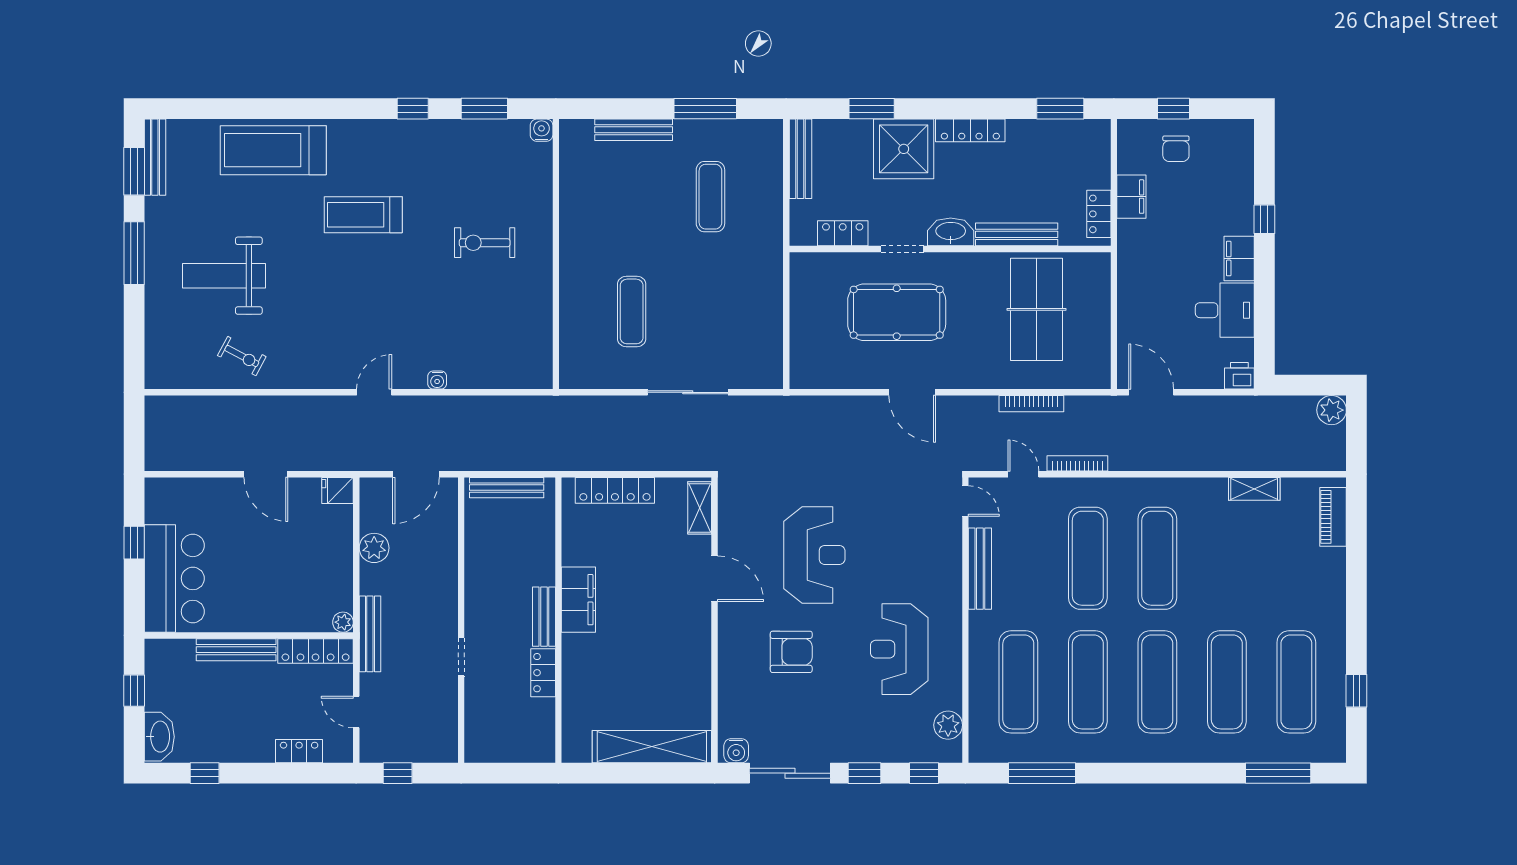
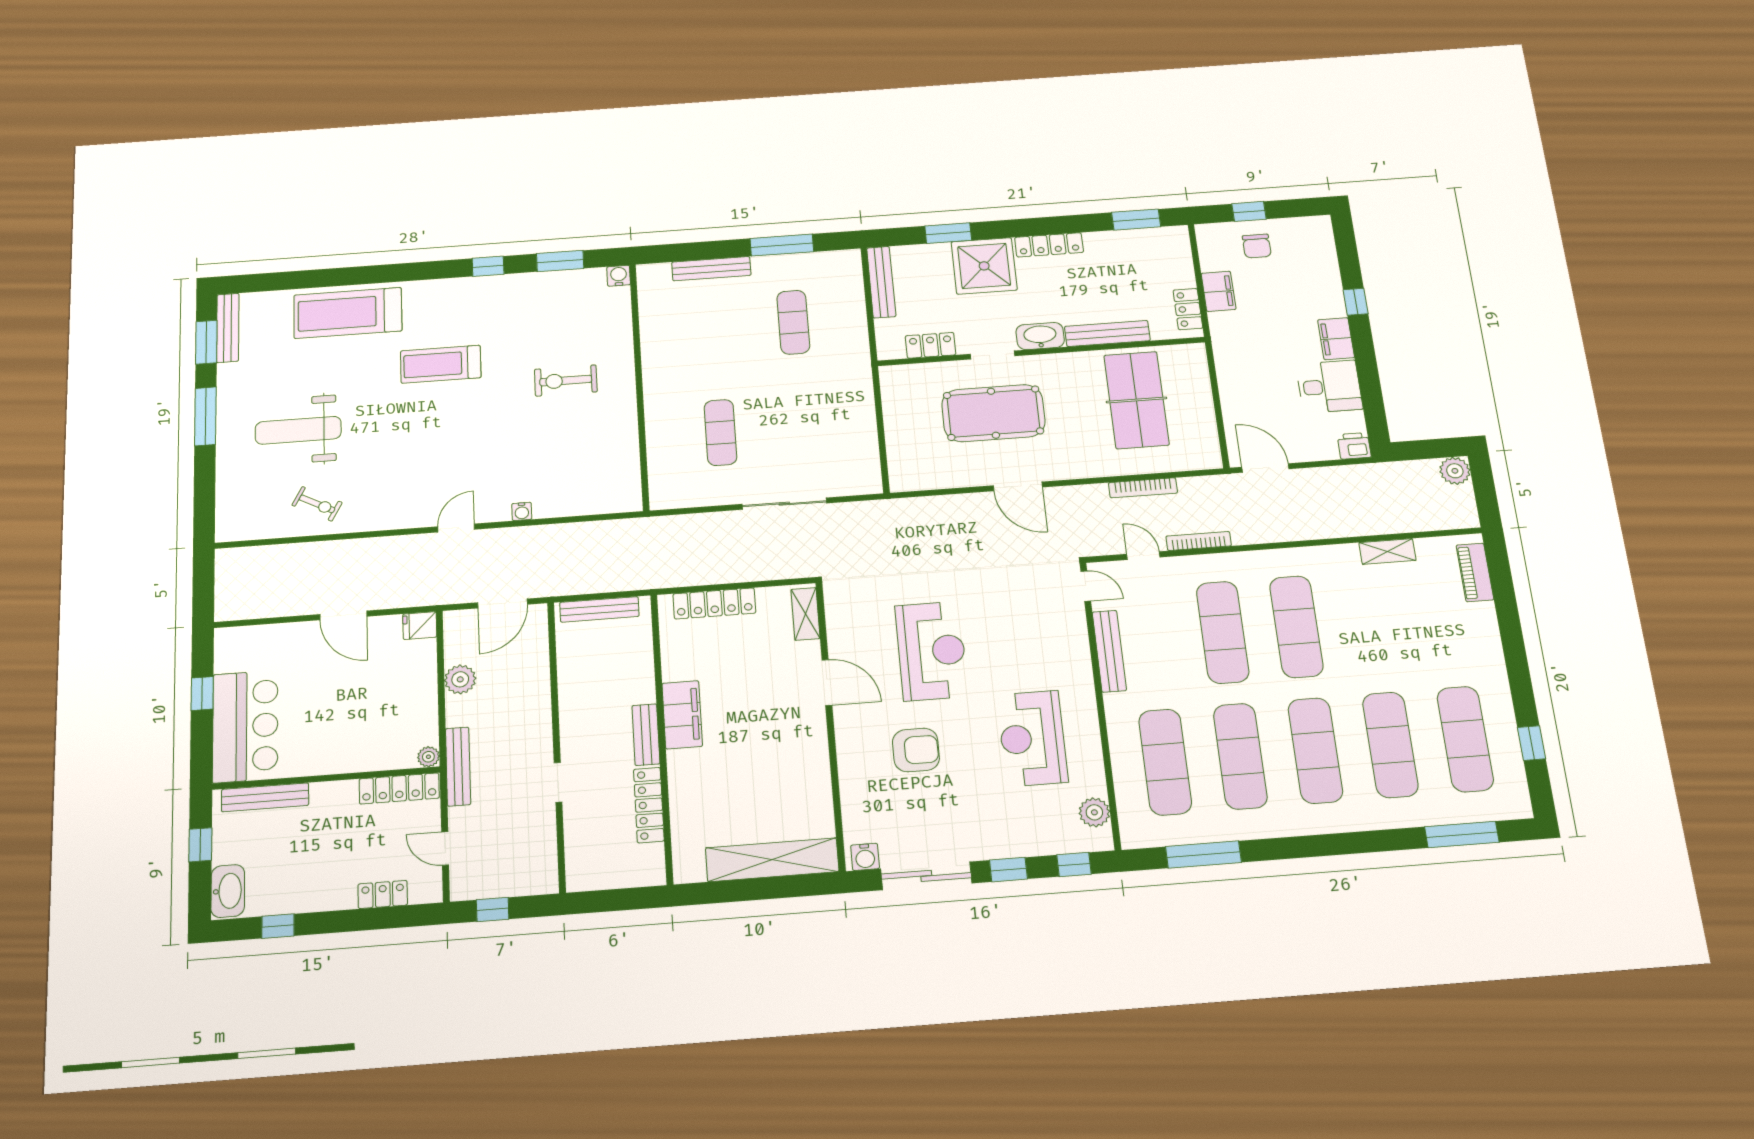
bench: (236, 650) -> (265, 797), moved
locker: (543, 673) -> (649, 805), width x1.53

